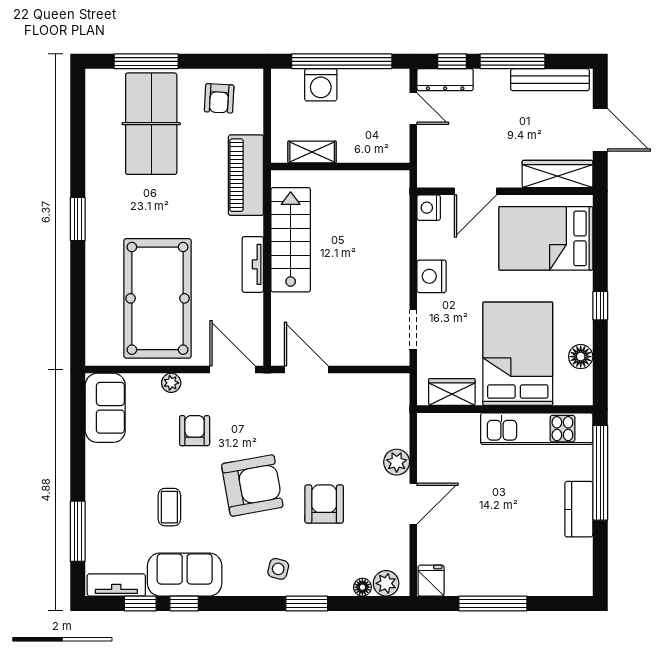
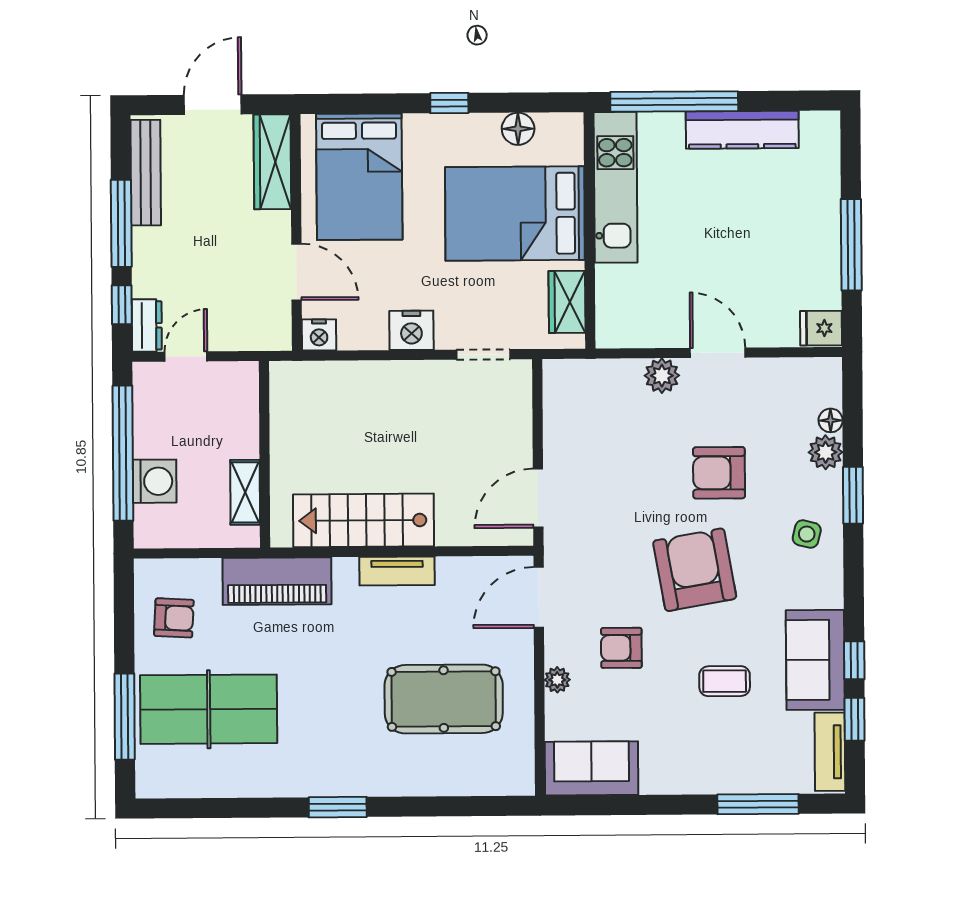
dresser: (445, 80) -> (147, 325), width x0.70
pool table: (157, 298) -> (444, 699), width x0.73, depth x0.76
kitchen counter: (579, 509) -> (742, 130), width x1.50
plant: (386, 583) -> (826, 452), moved

